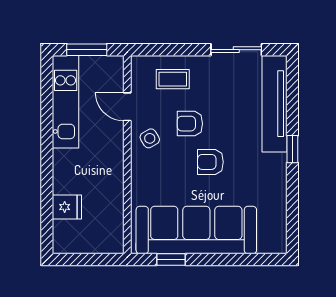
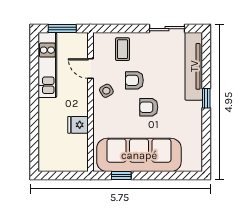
coffee table: (173, 79) -> (122, 49), turned 90
fridge: (67, 207) -> (78, 125), moved, turned 180

